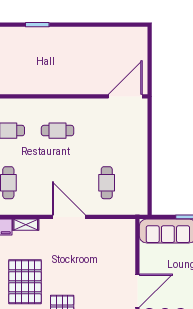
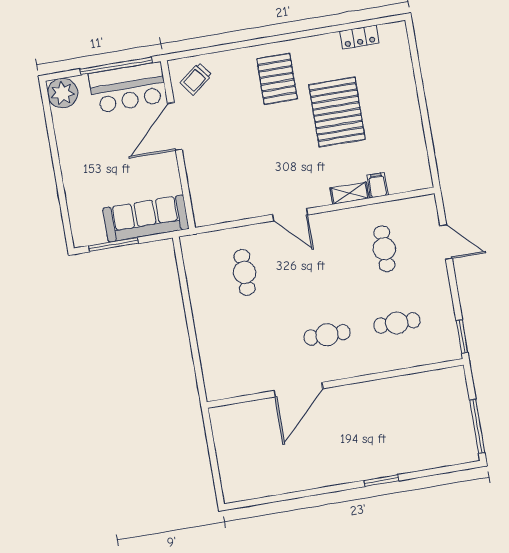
door: (125, 96) -> (298, 390), moved
door: (69, 217) -> (290, 215), width x0.73

